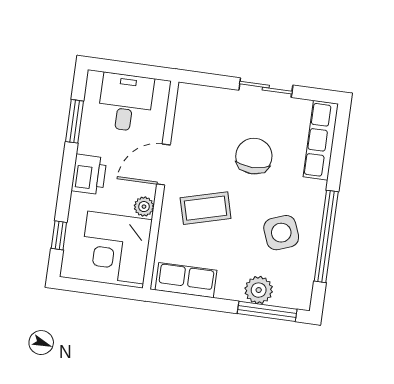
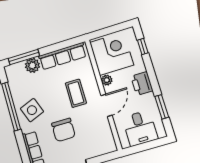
coffee table: (206, 208) -> (76, 93), turned -75
side table: (281, 233) -> (32, 110), moved
row of seats: (186, 280) -> (62, 56), width x1.48

